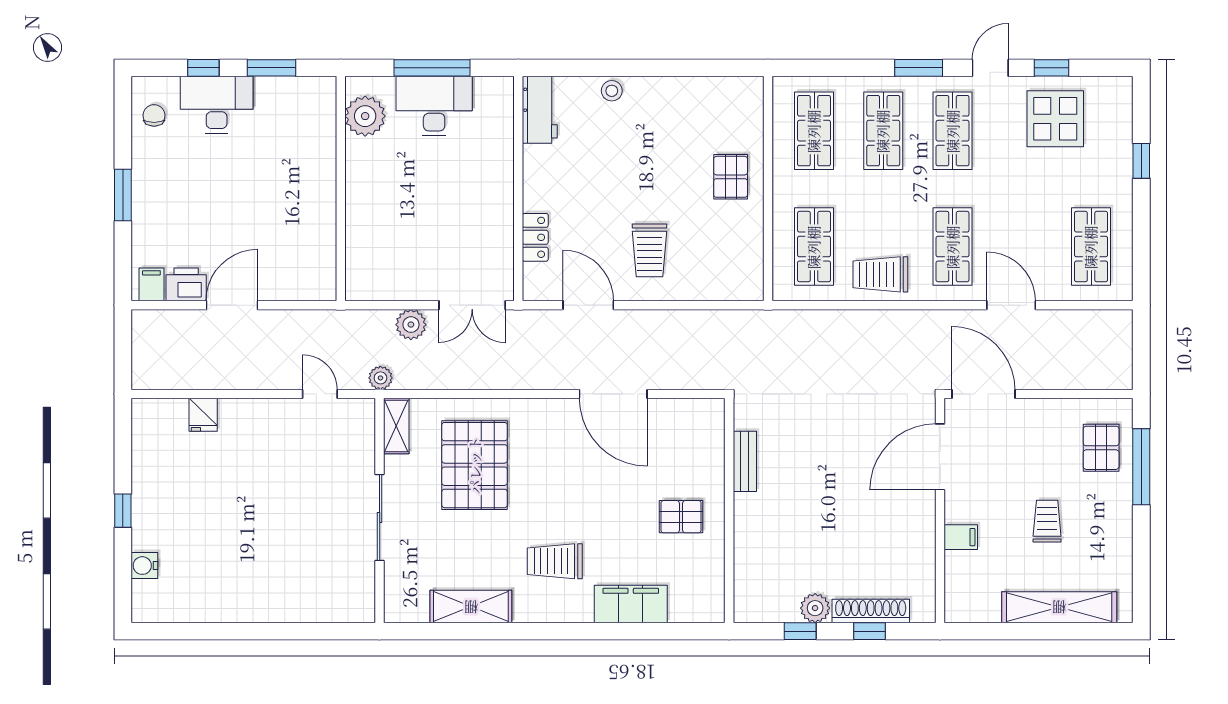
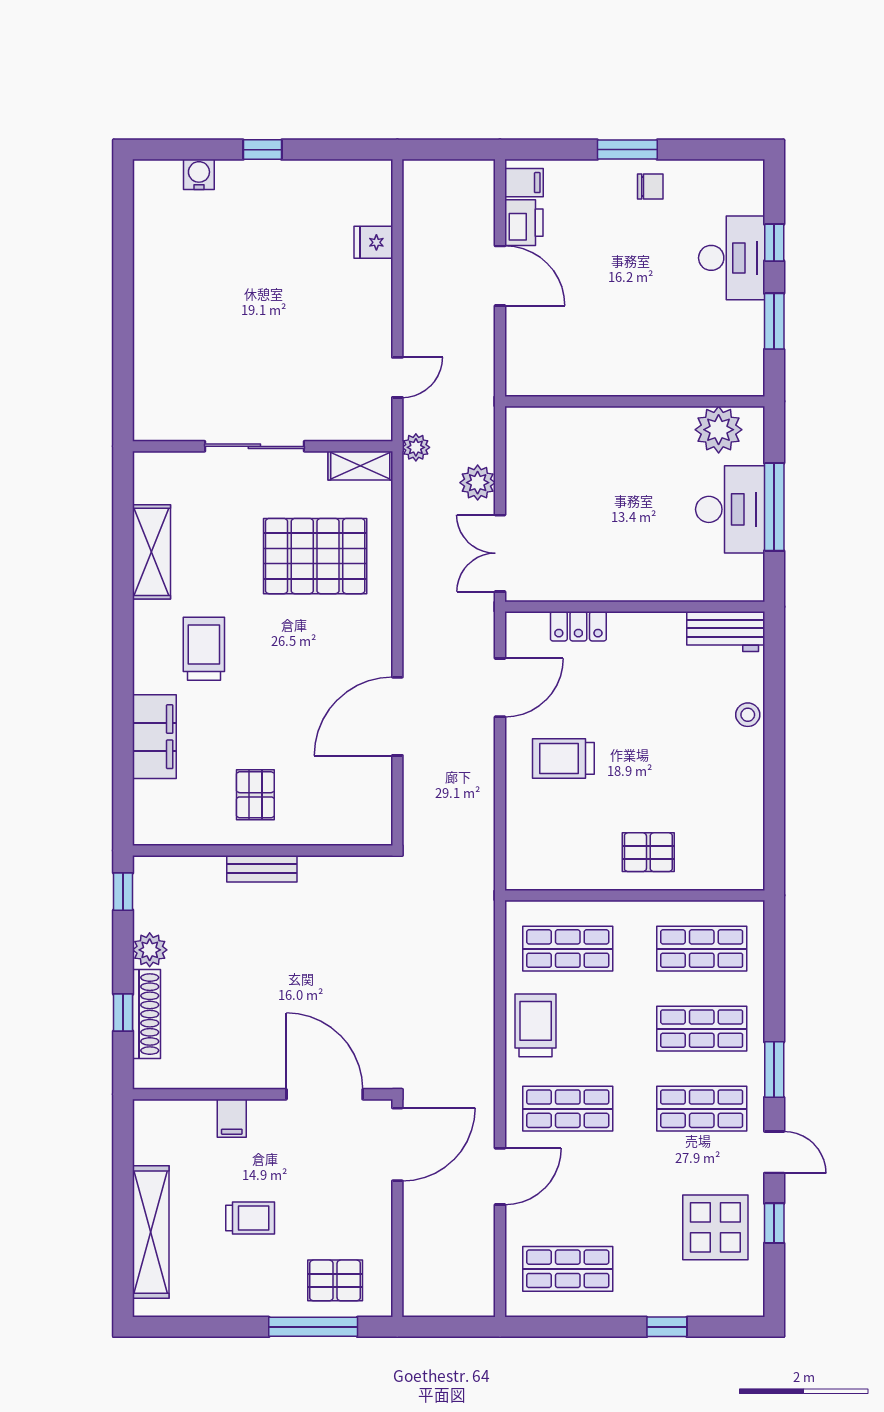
chair: (154, 115) -> (650, 186), moved
bench: (745, 461) -> (262, 869), moved
window: (800, 631) -> (123, 892), moved

